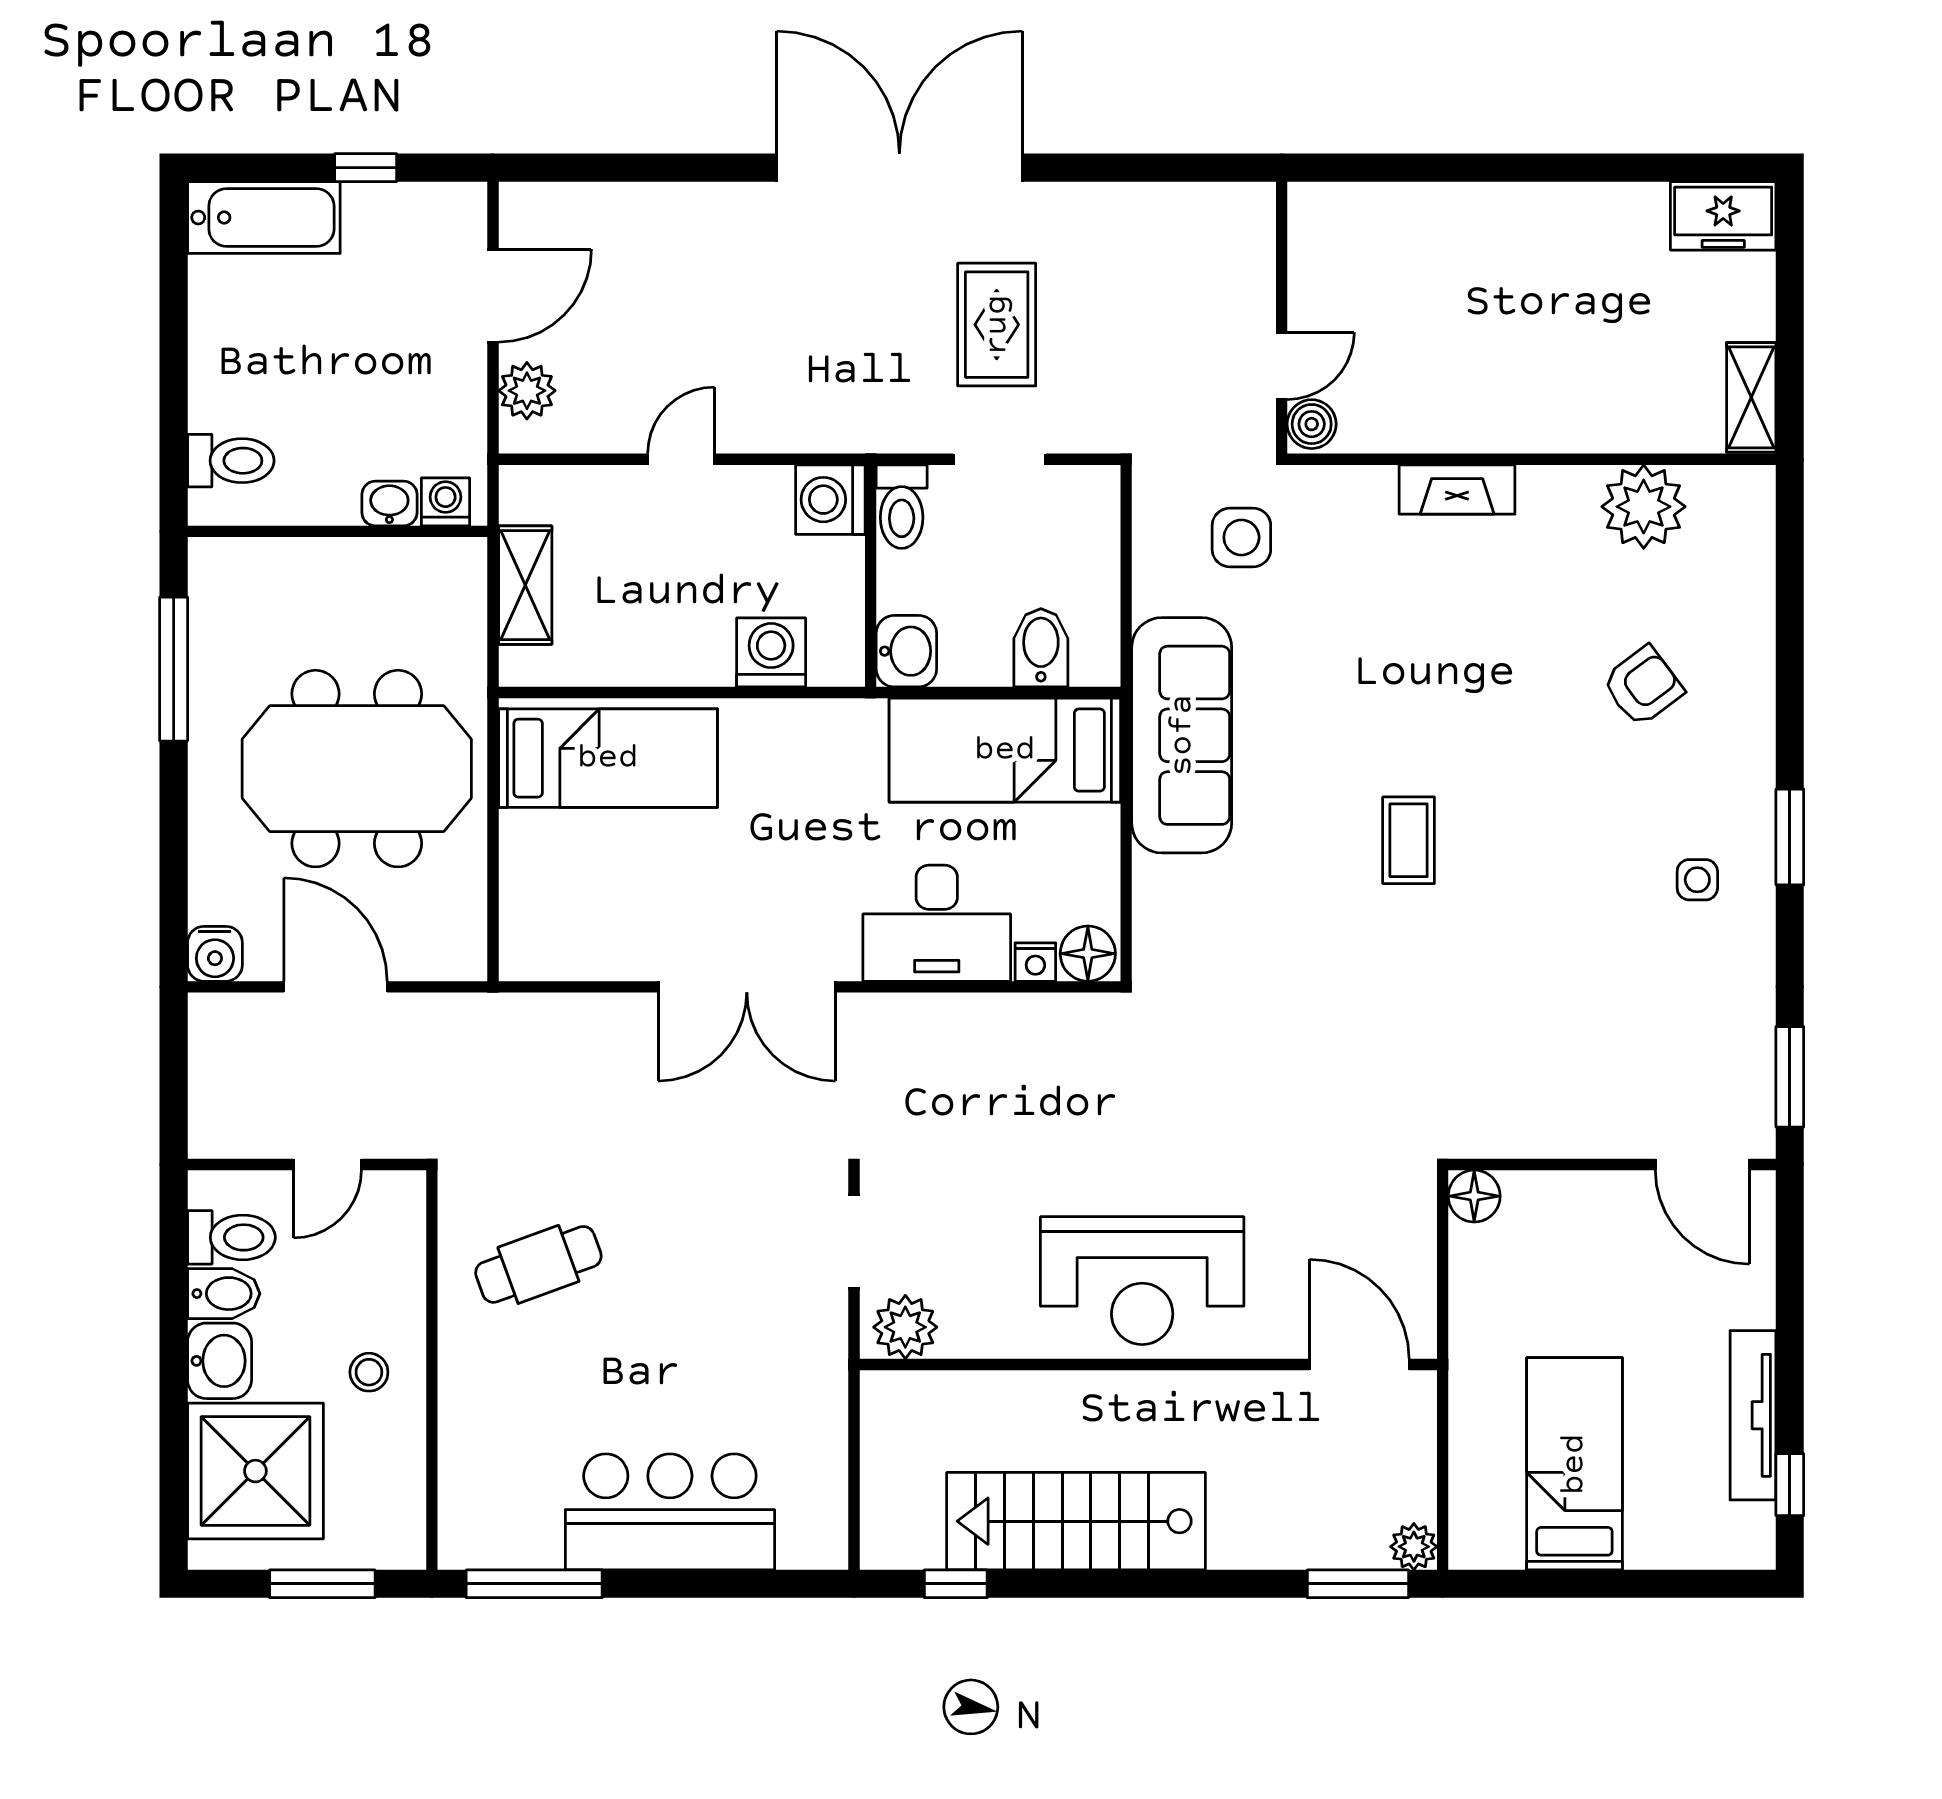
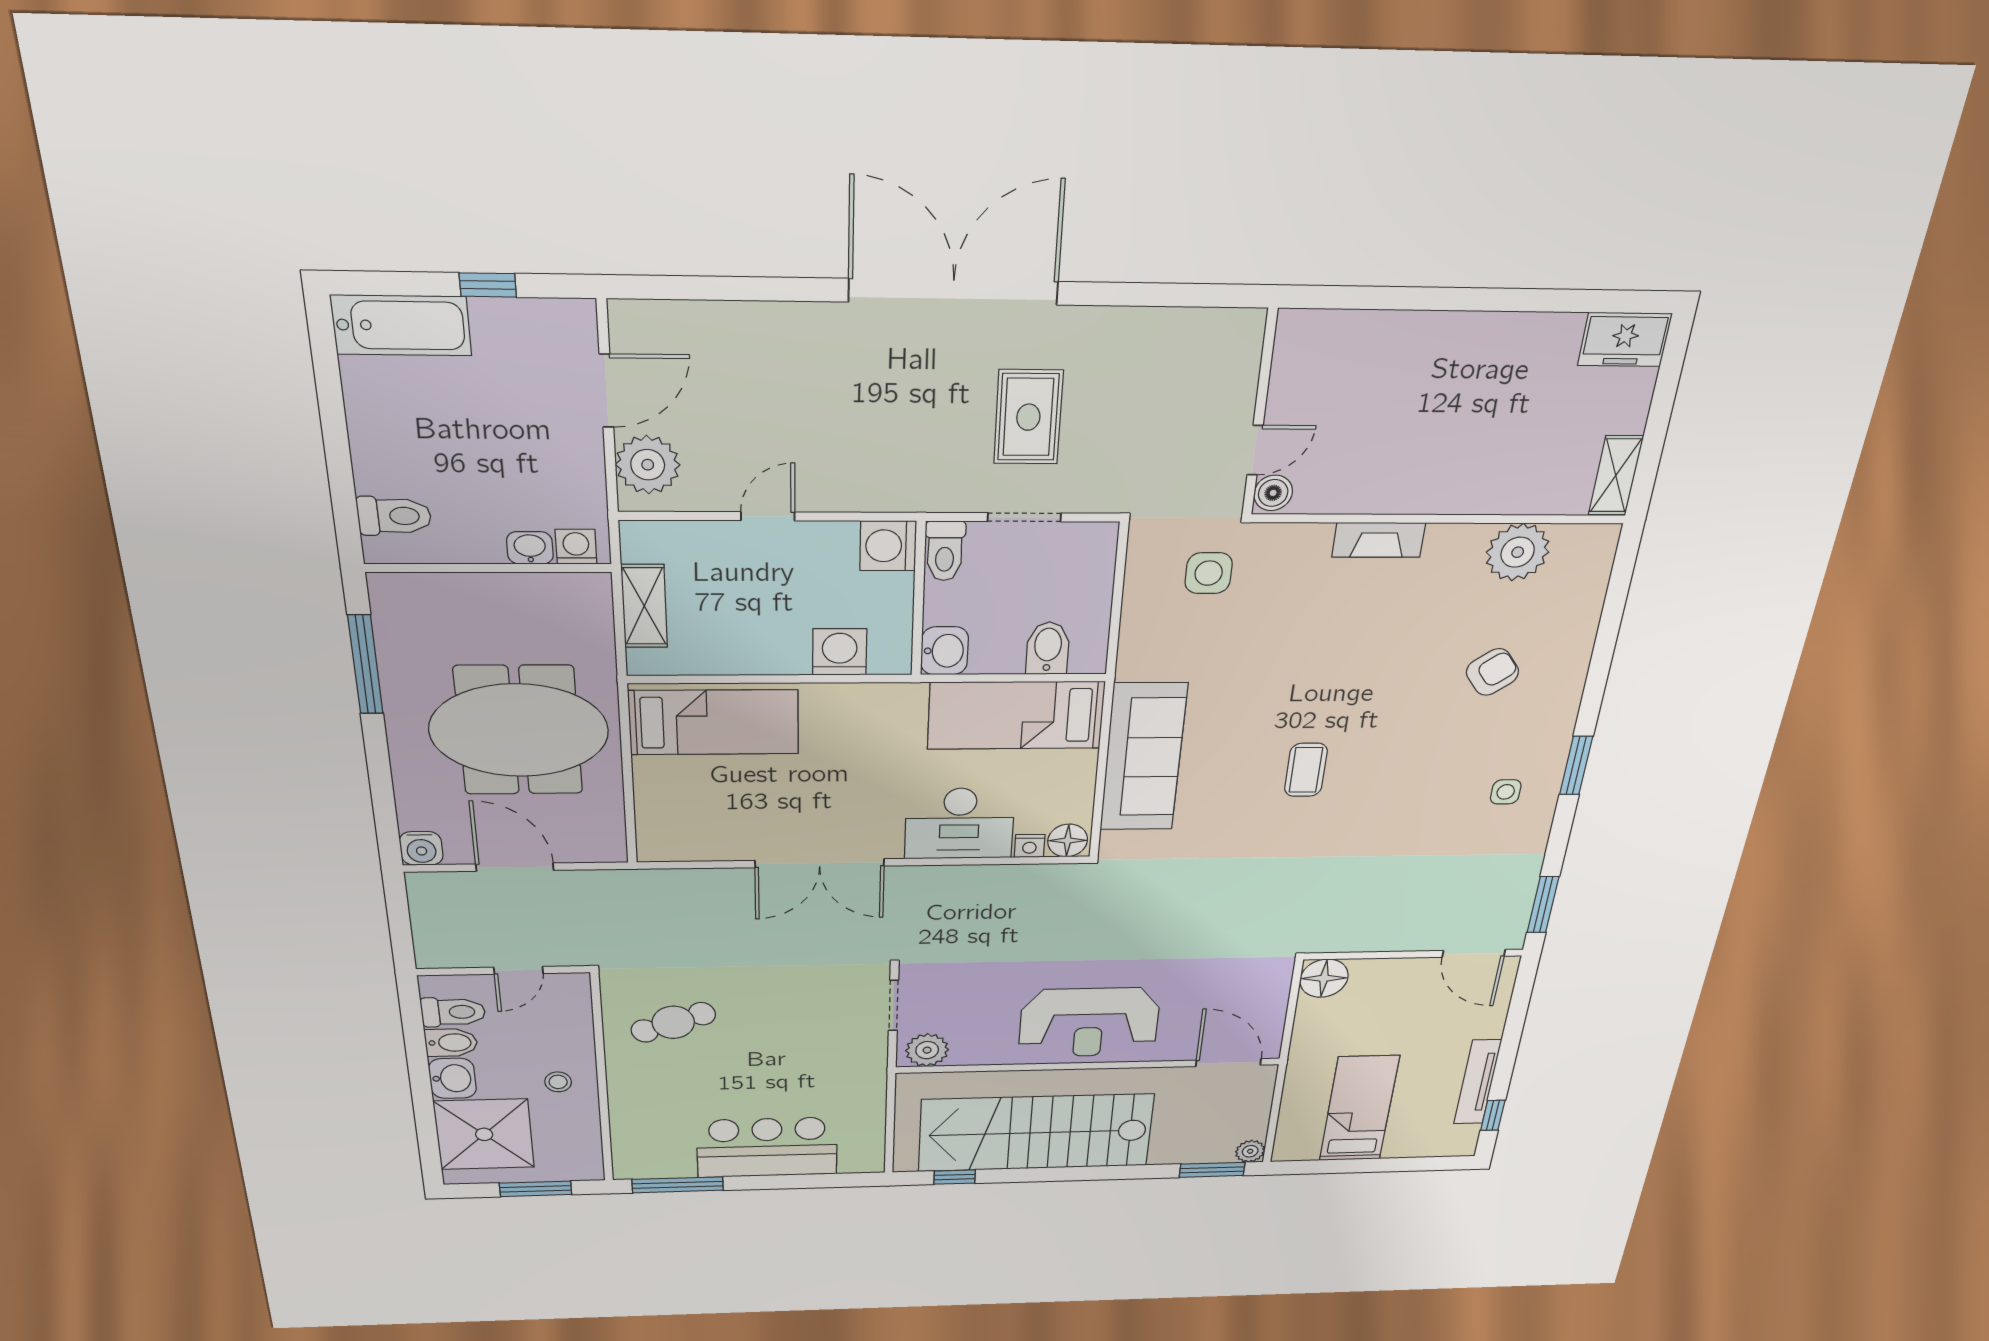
plant: (527, 391) -> (648, 465), width x1.36, depth x1.36
sofa: (1182, 735) -> (1143, 757), moved
floor lamp: (1474, 1196) -> (1324, 978), width x1.38, depth x1.38
stairs: (1076, 1521) -> (1036, 1133), width x1.36, depth x1.51

